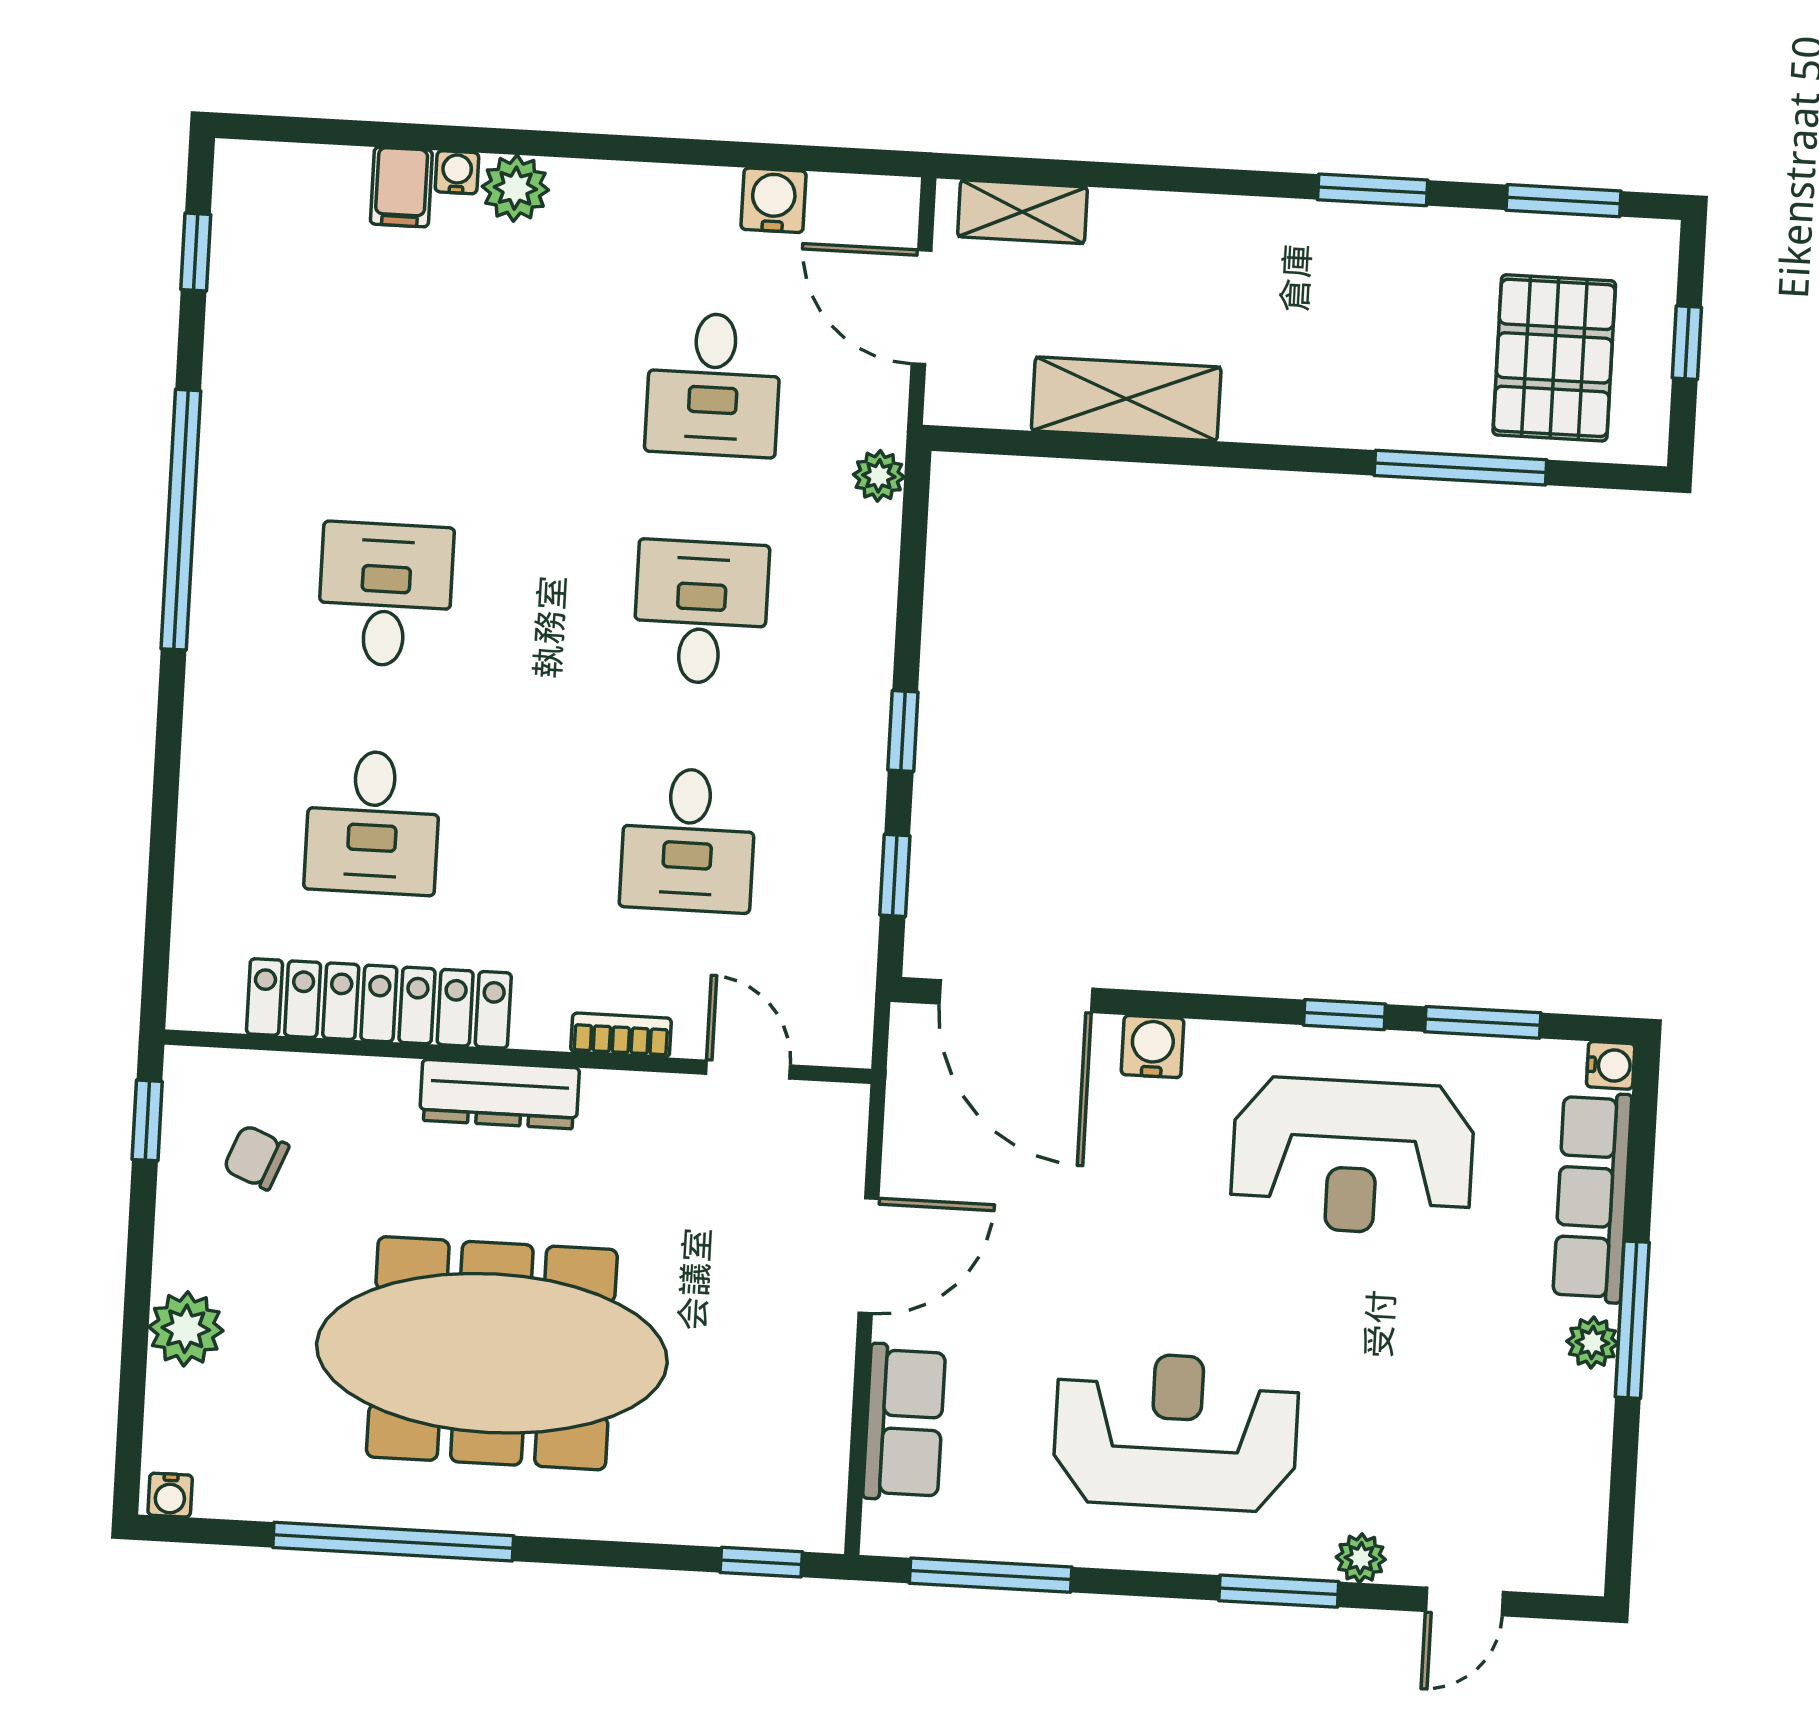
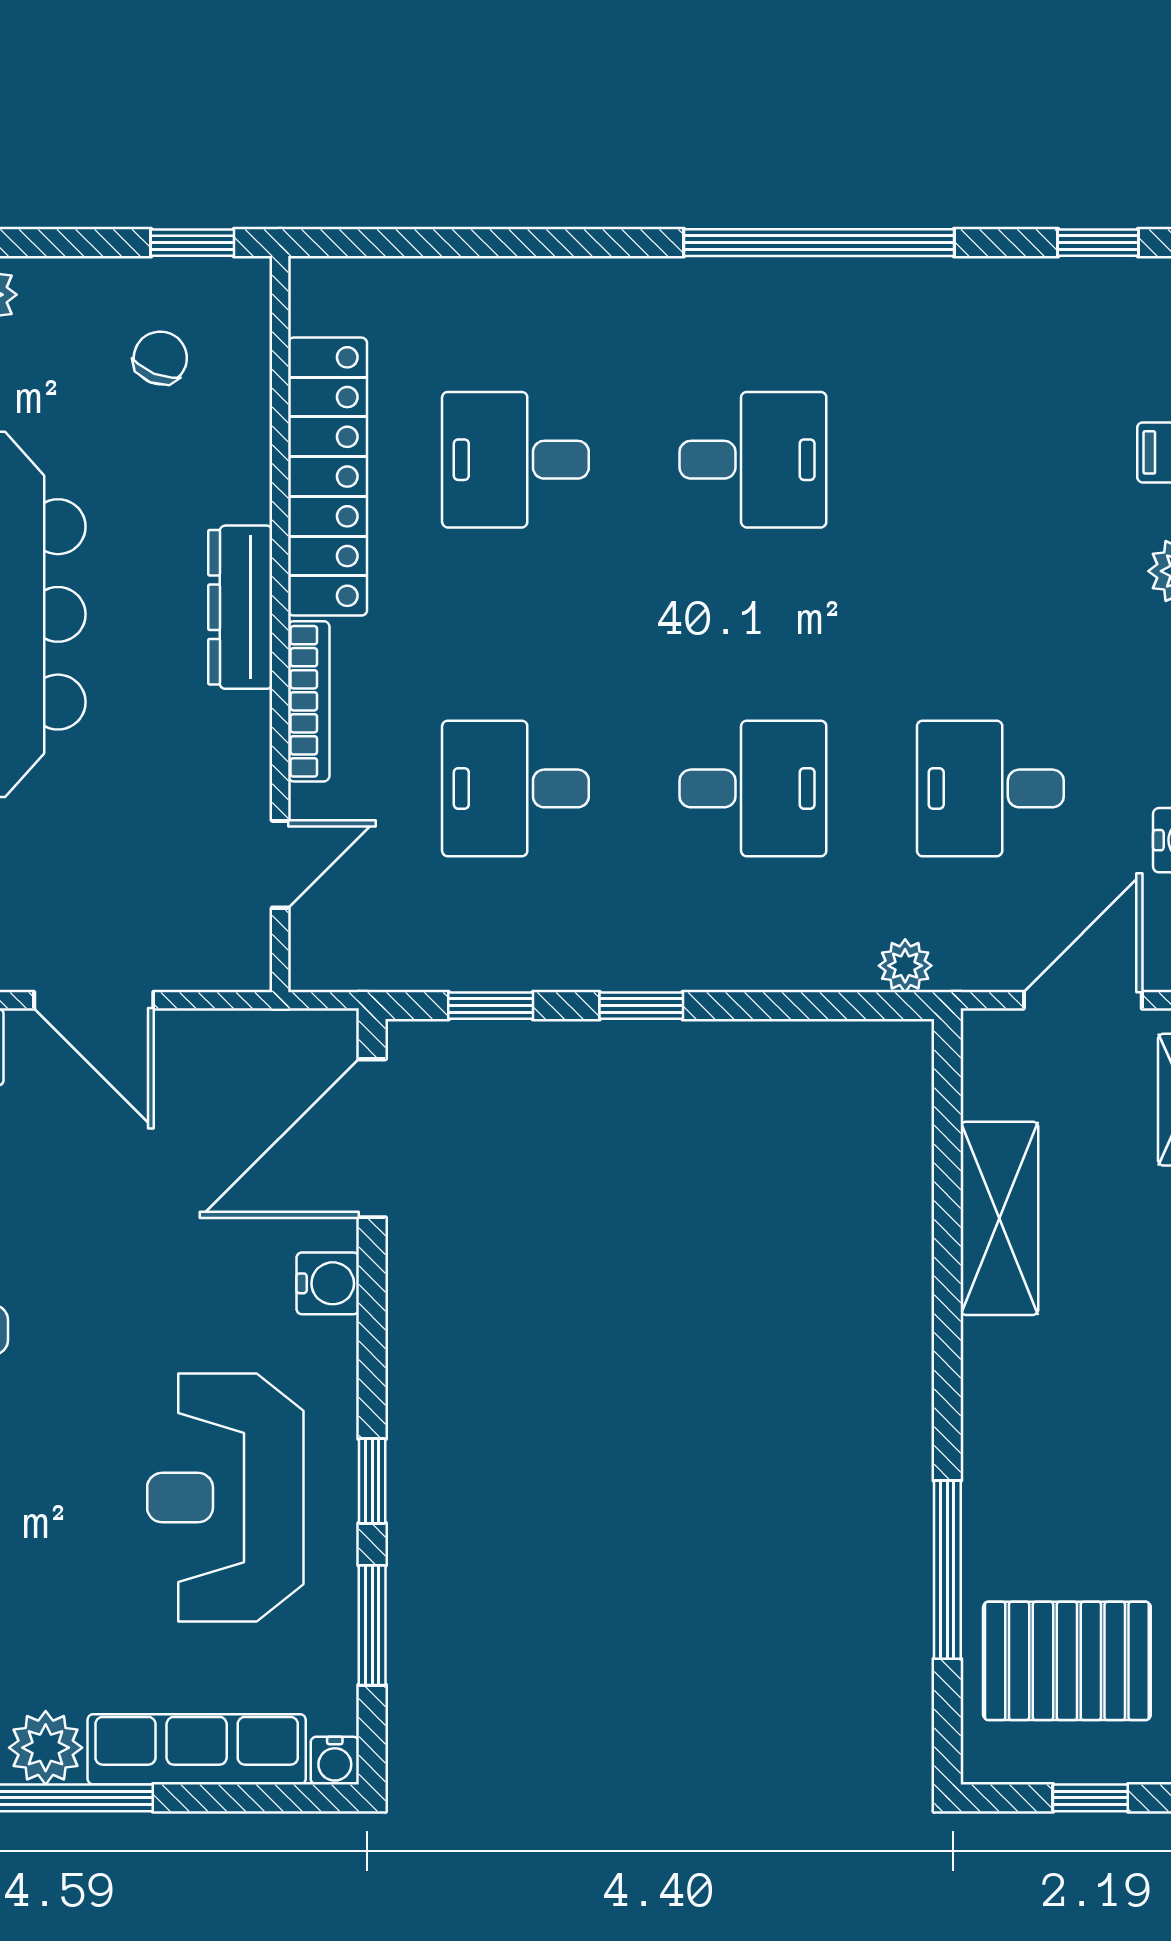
bookcase: (621, 1035) -> (309, 701), width x1.56
plant: (1592, 1342) -> (46, 1748), width x1.38, depth x1.38

